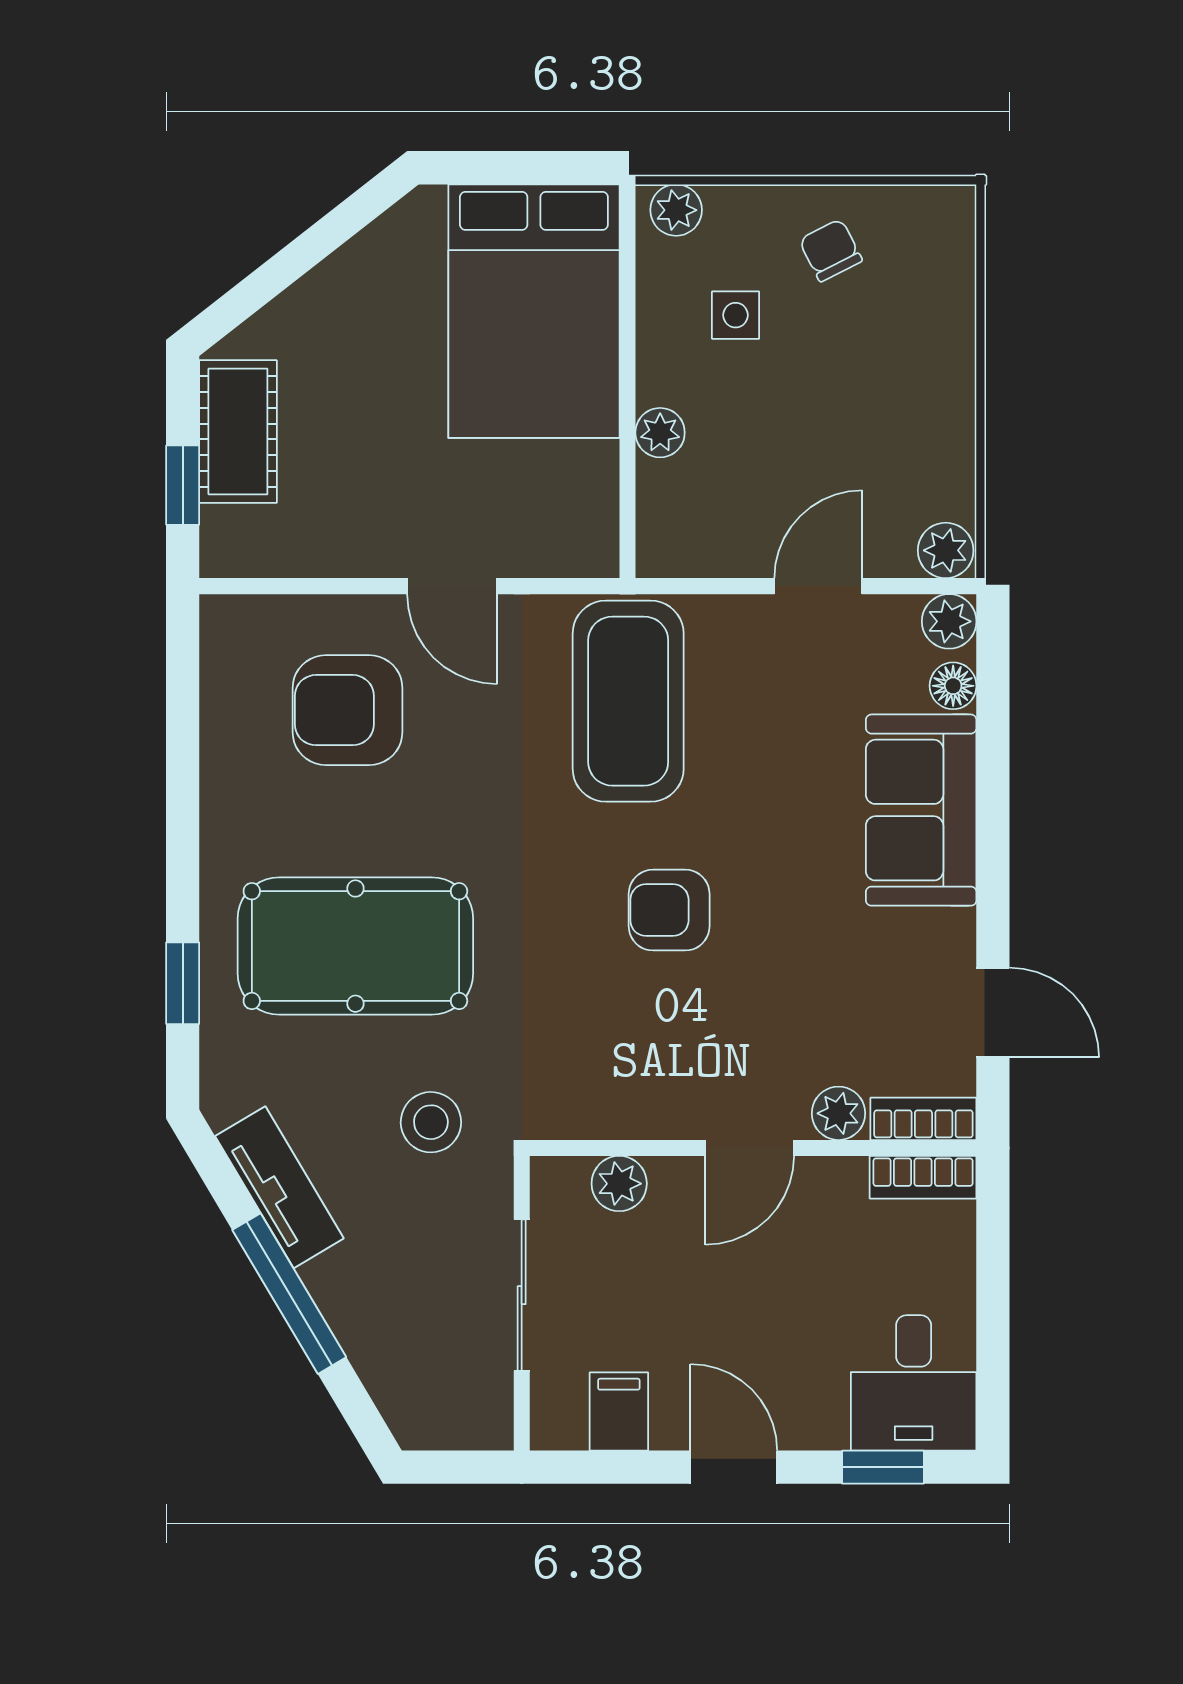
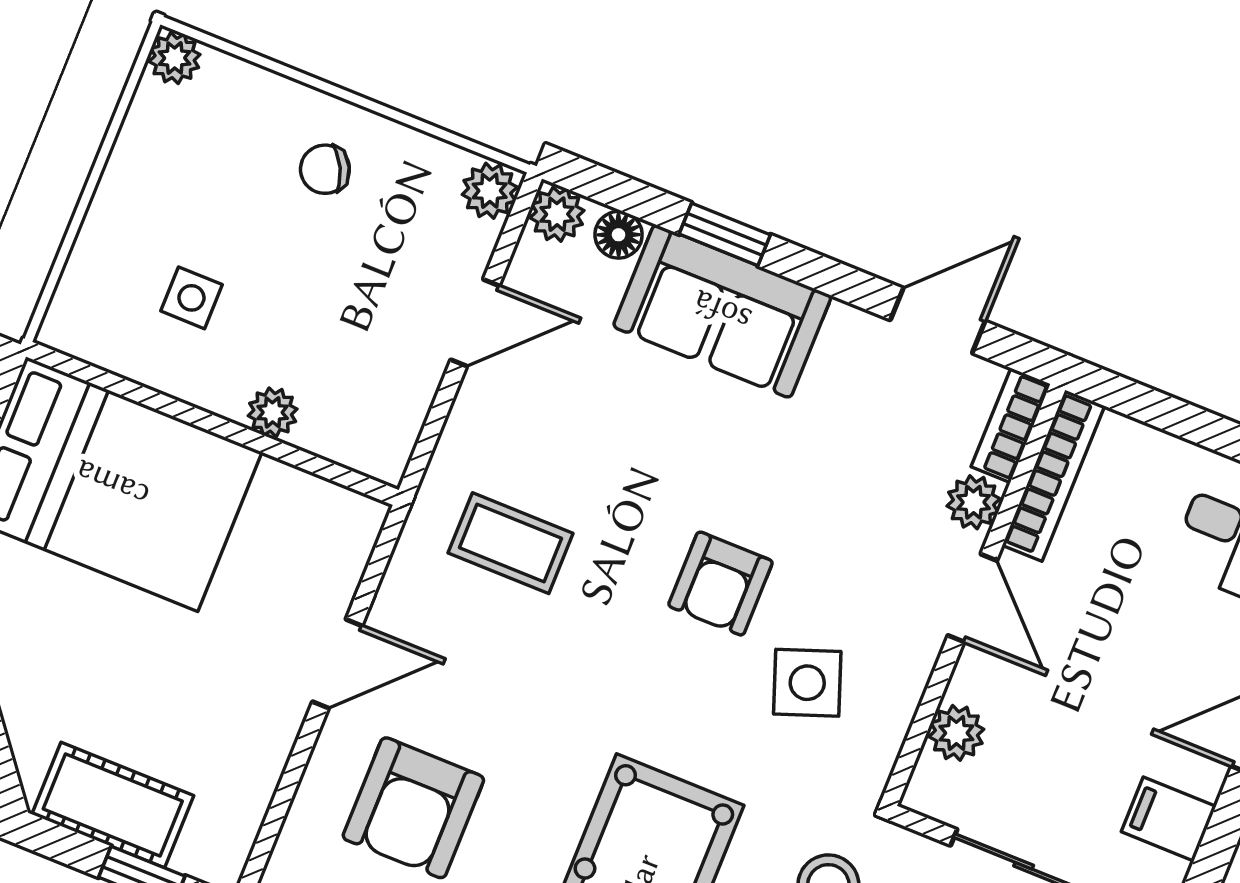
plant: (676, 210) -> (175, 58), moved
chair: (831, 250) -> (325, 169), moved
door: (818, 586) -> (475, 323), swing flipped
coffee table: (628, 701) -> (511, 543), width x0.54, depth x0.58
window: (993, 784) -> (725, 234), added
side table: (610, 1027) -> (807, 683), added
bookcase: (923, 1177) -> (1054, 476), width x1.56

